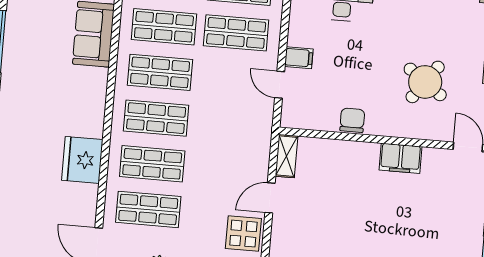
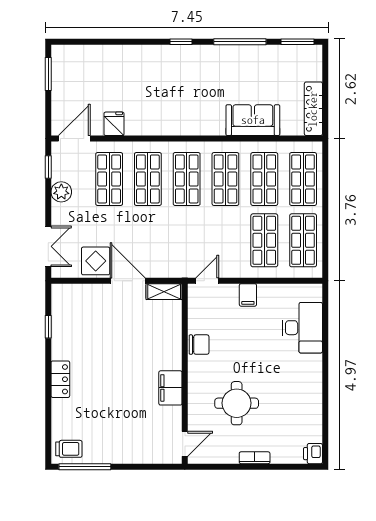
round table: (425, 82) -> (237, 403), turned -36
door: (280, 85) -> (207, 281), moved
fridge: (82, 160) -> (114, 124), moved, width x0.53, depth x0.75
door: (270, 198) -> (128, 281), width x1.37

